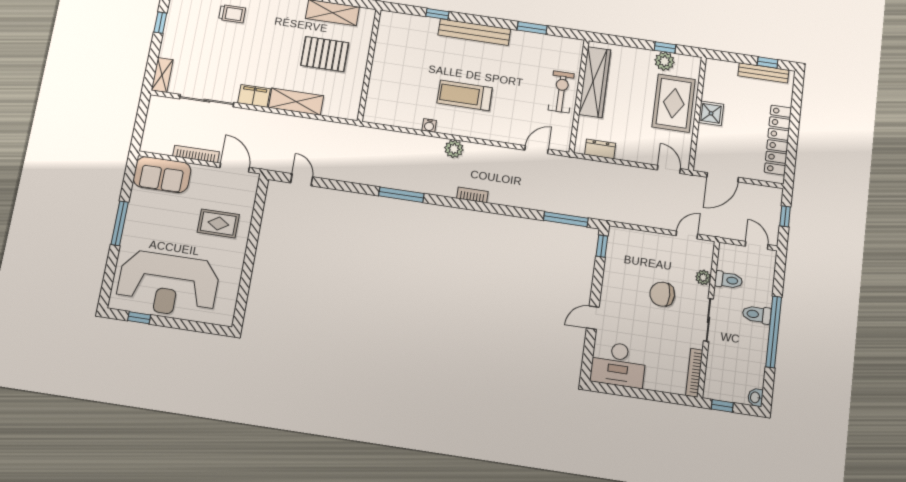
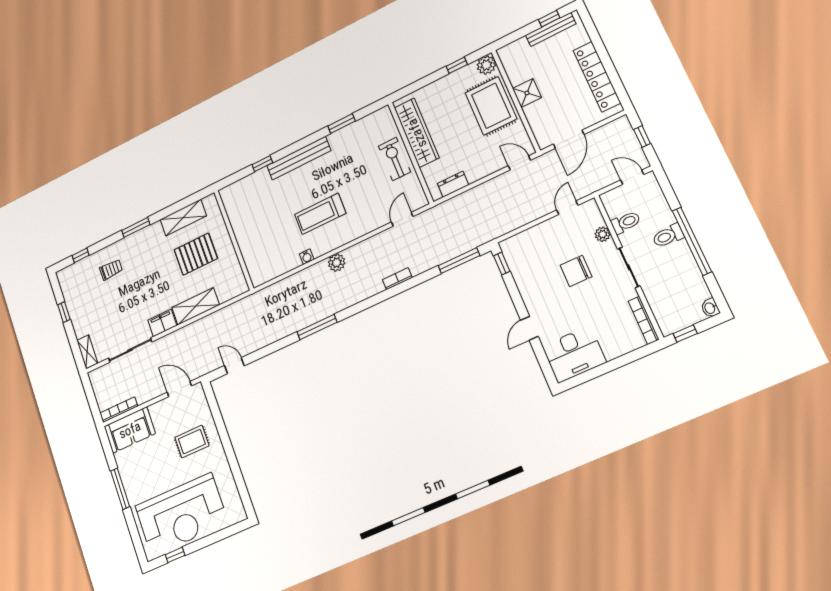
plant: (664, 61) -> (486, 65), moved
bookcase: (196, 154) -> (119, 410), moved
bookcase: (472, 195) -> (397, 279), moved

